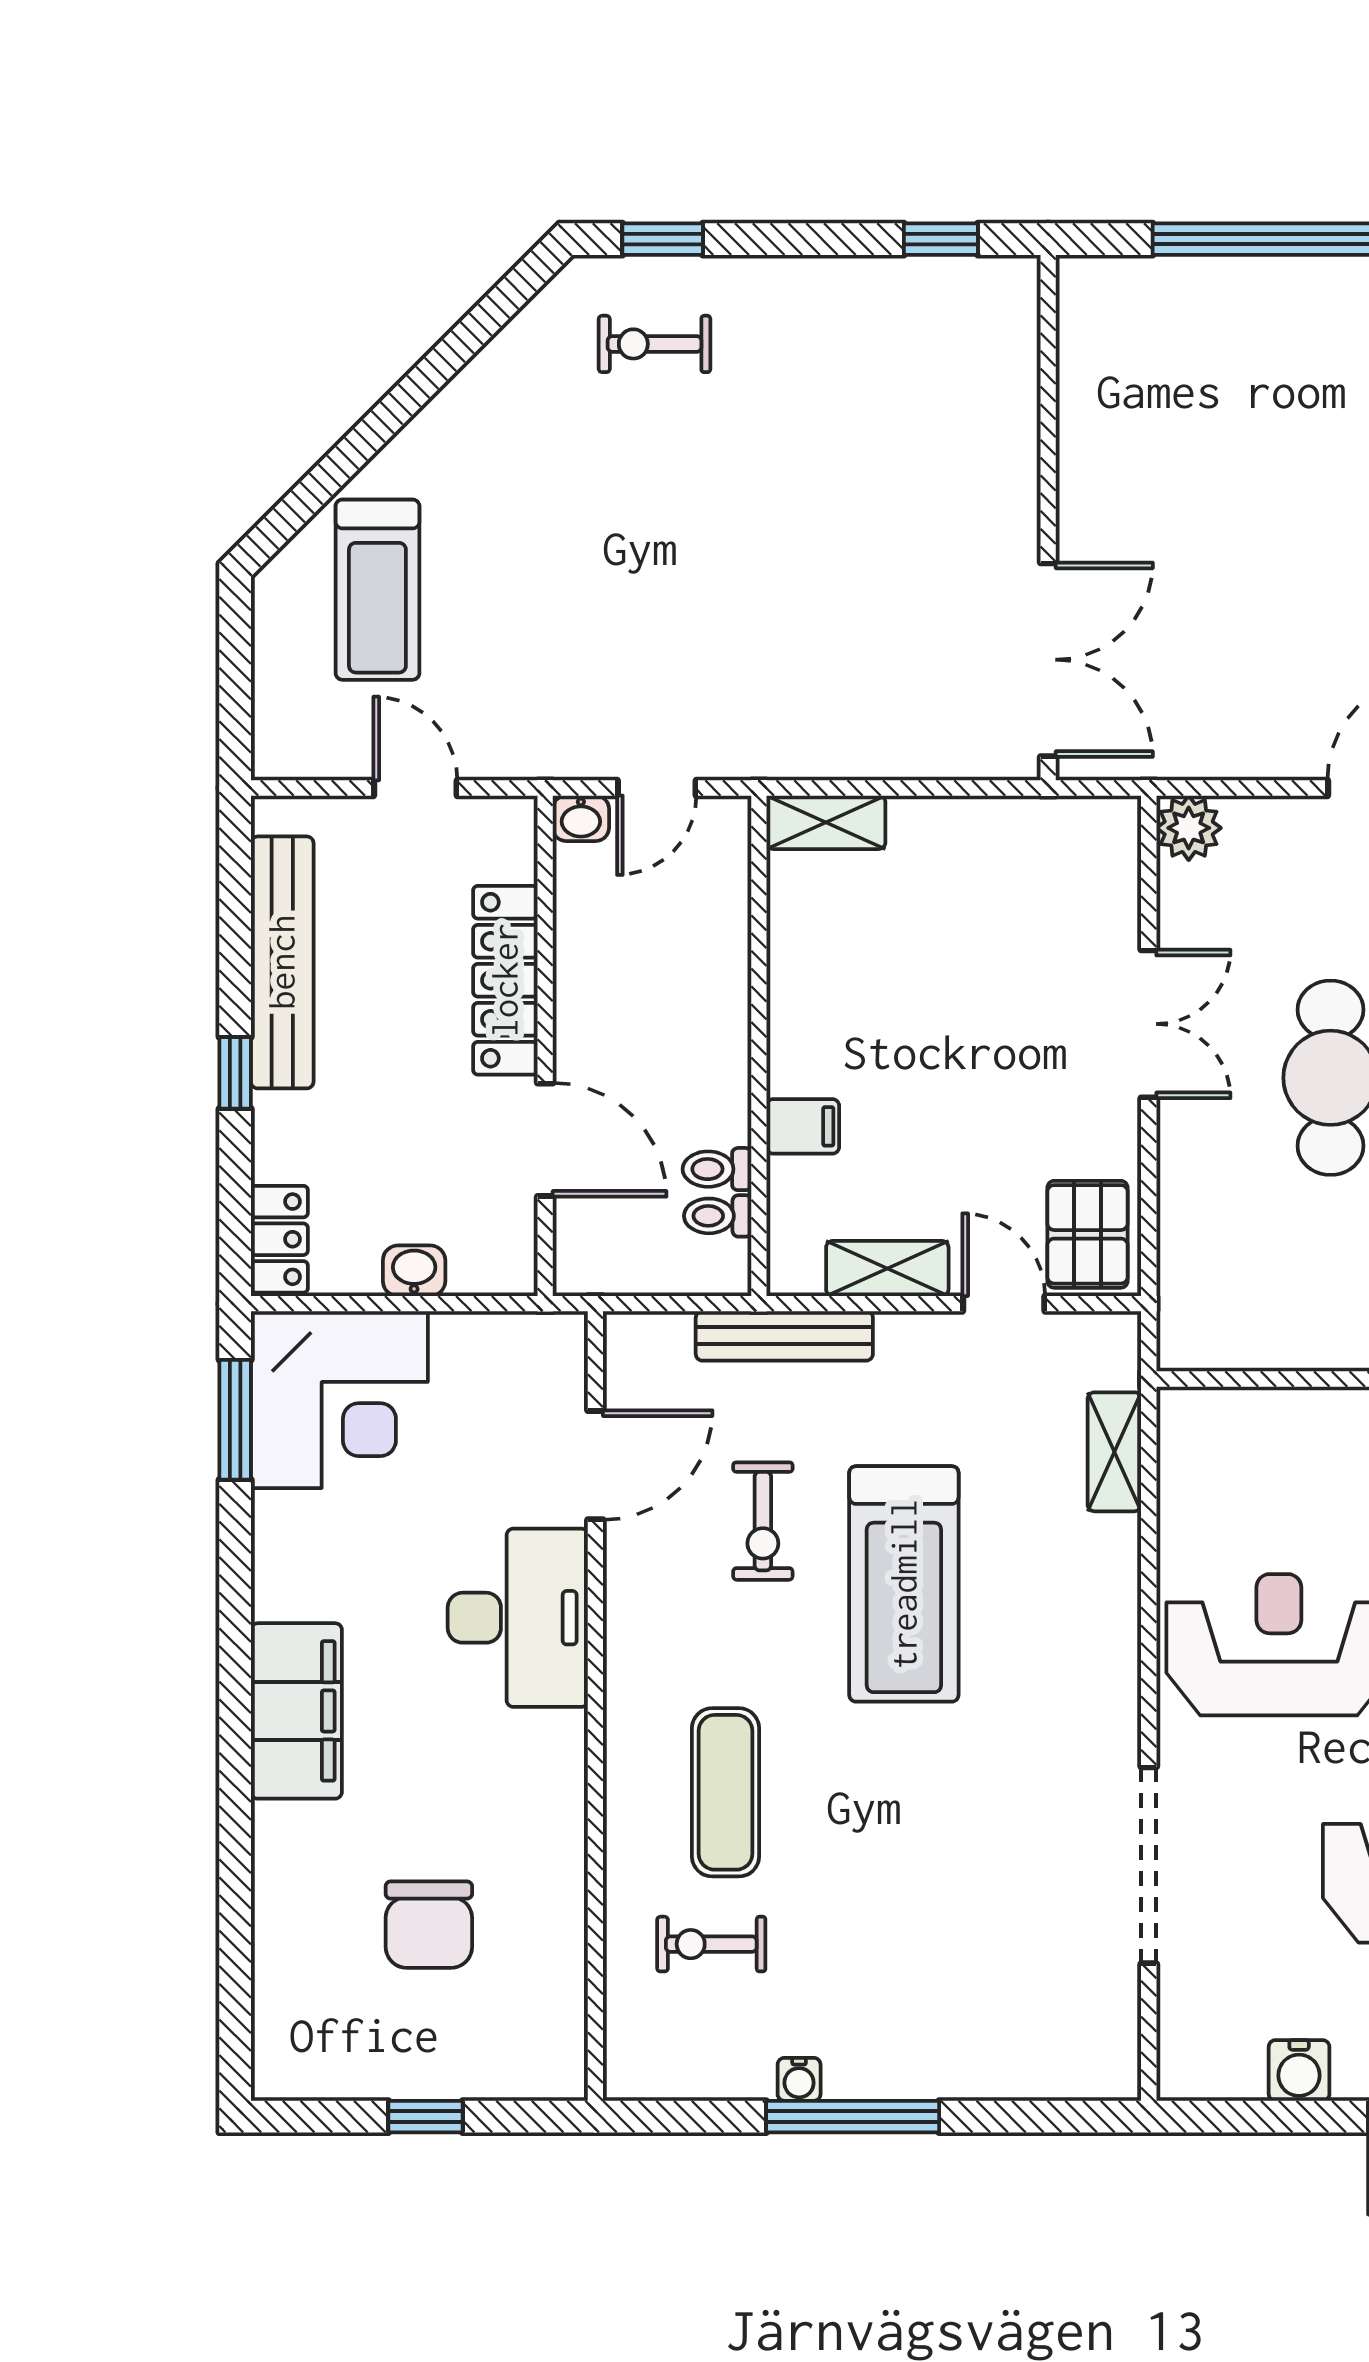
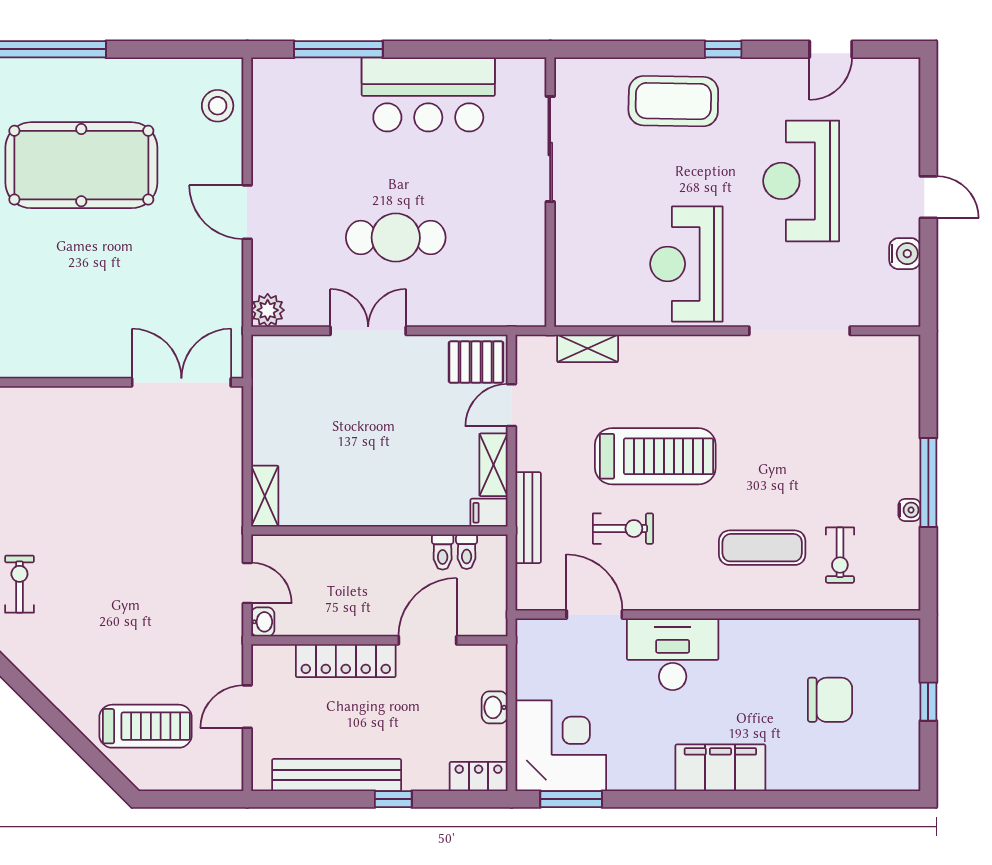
exercise bike: (654, 344) -> (19, 584), turned 180
filing cabinet: (803, 1126) -> (489, 513), moved, turned -90

